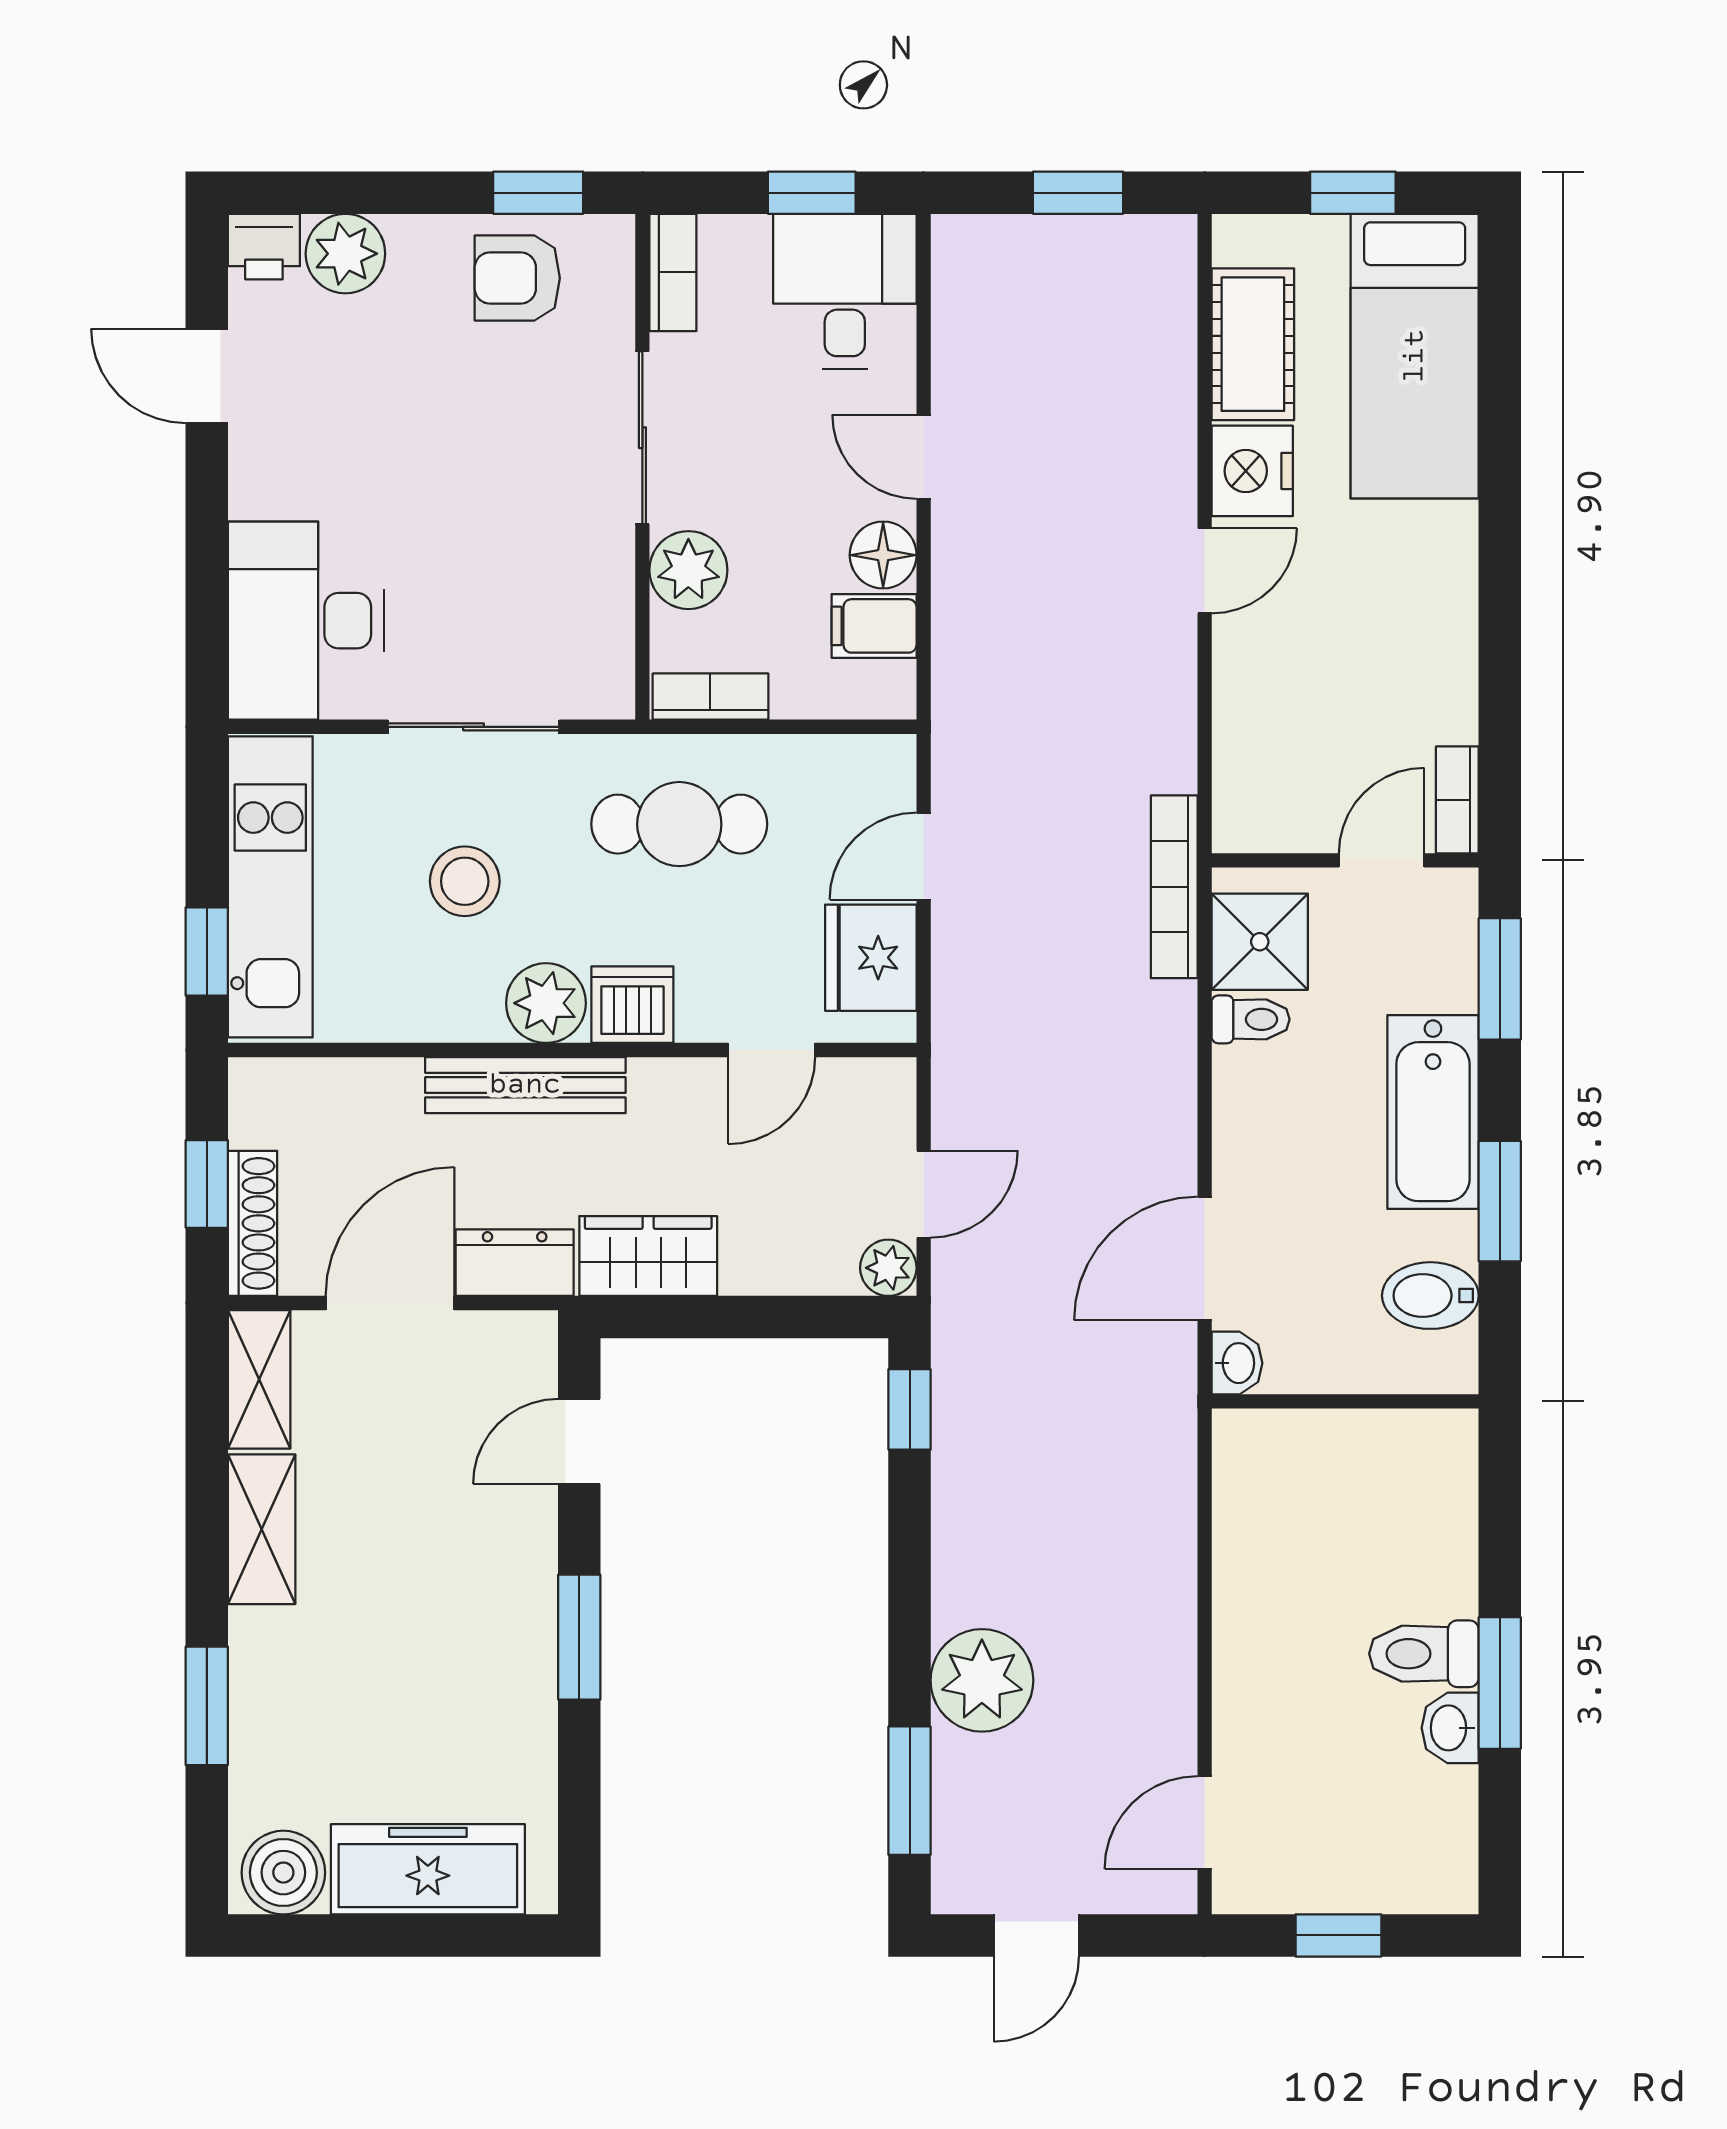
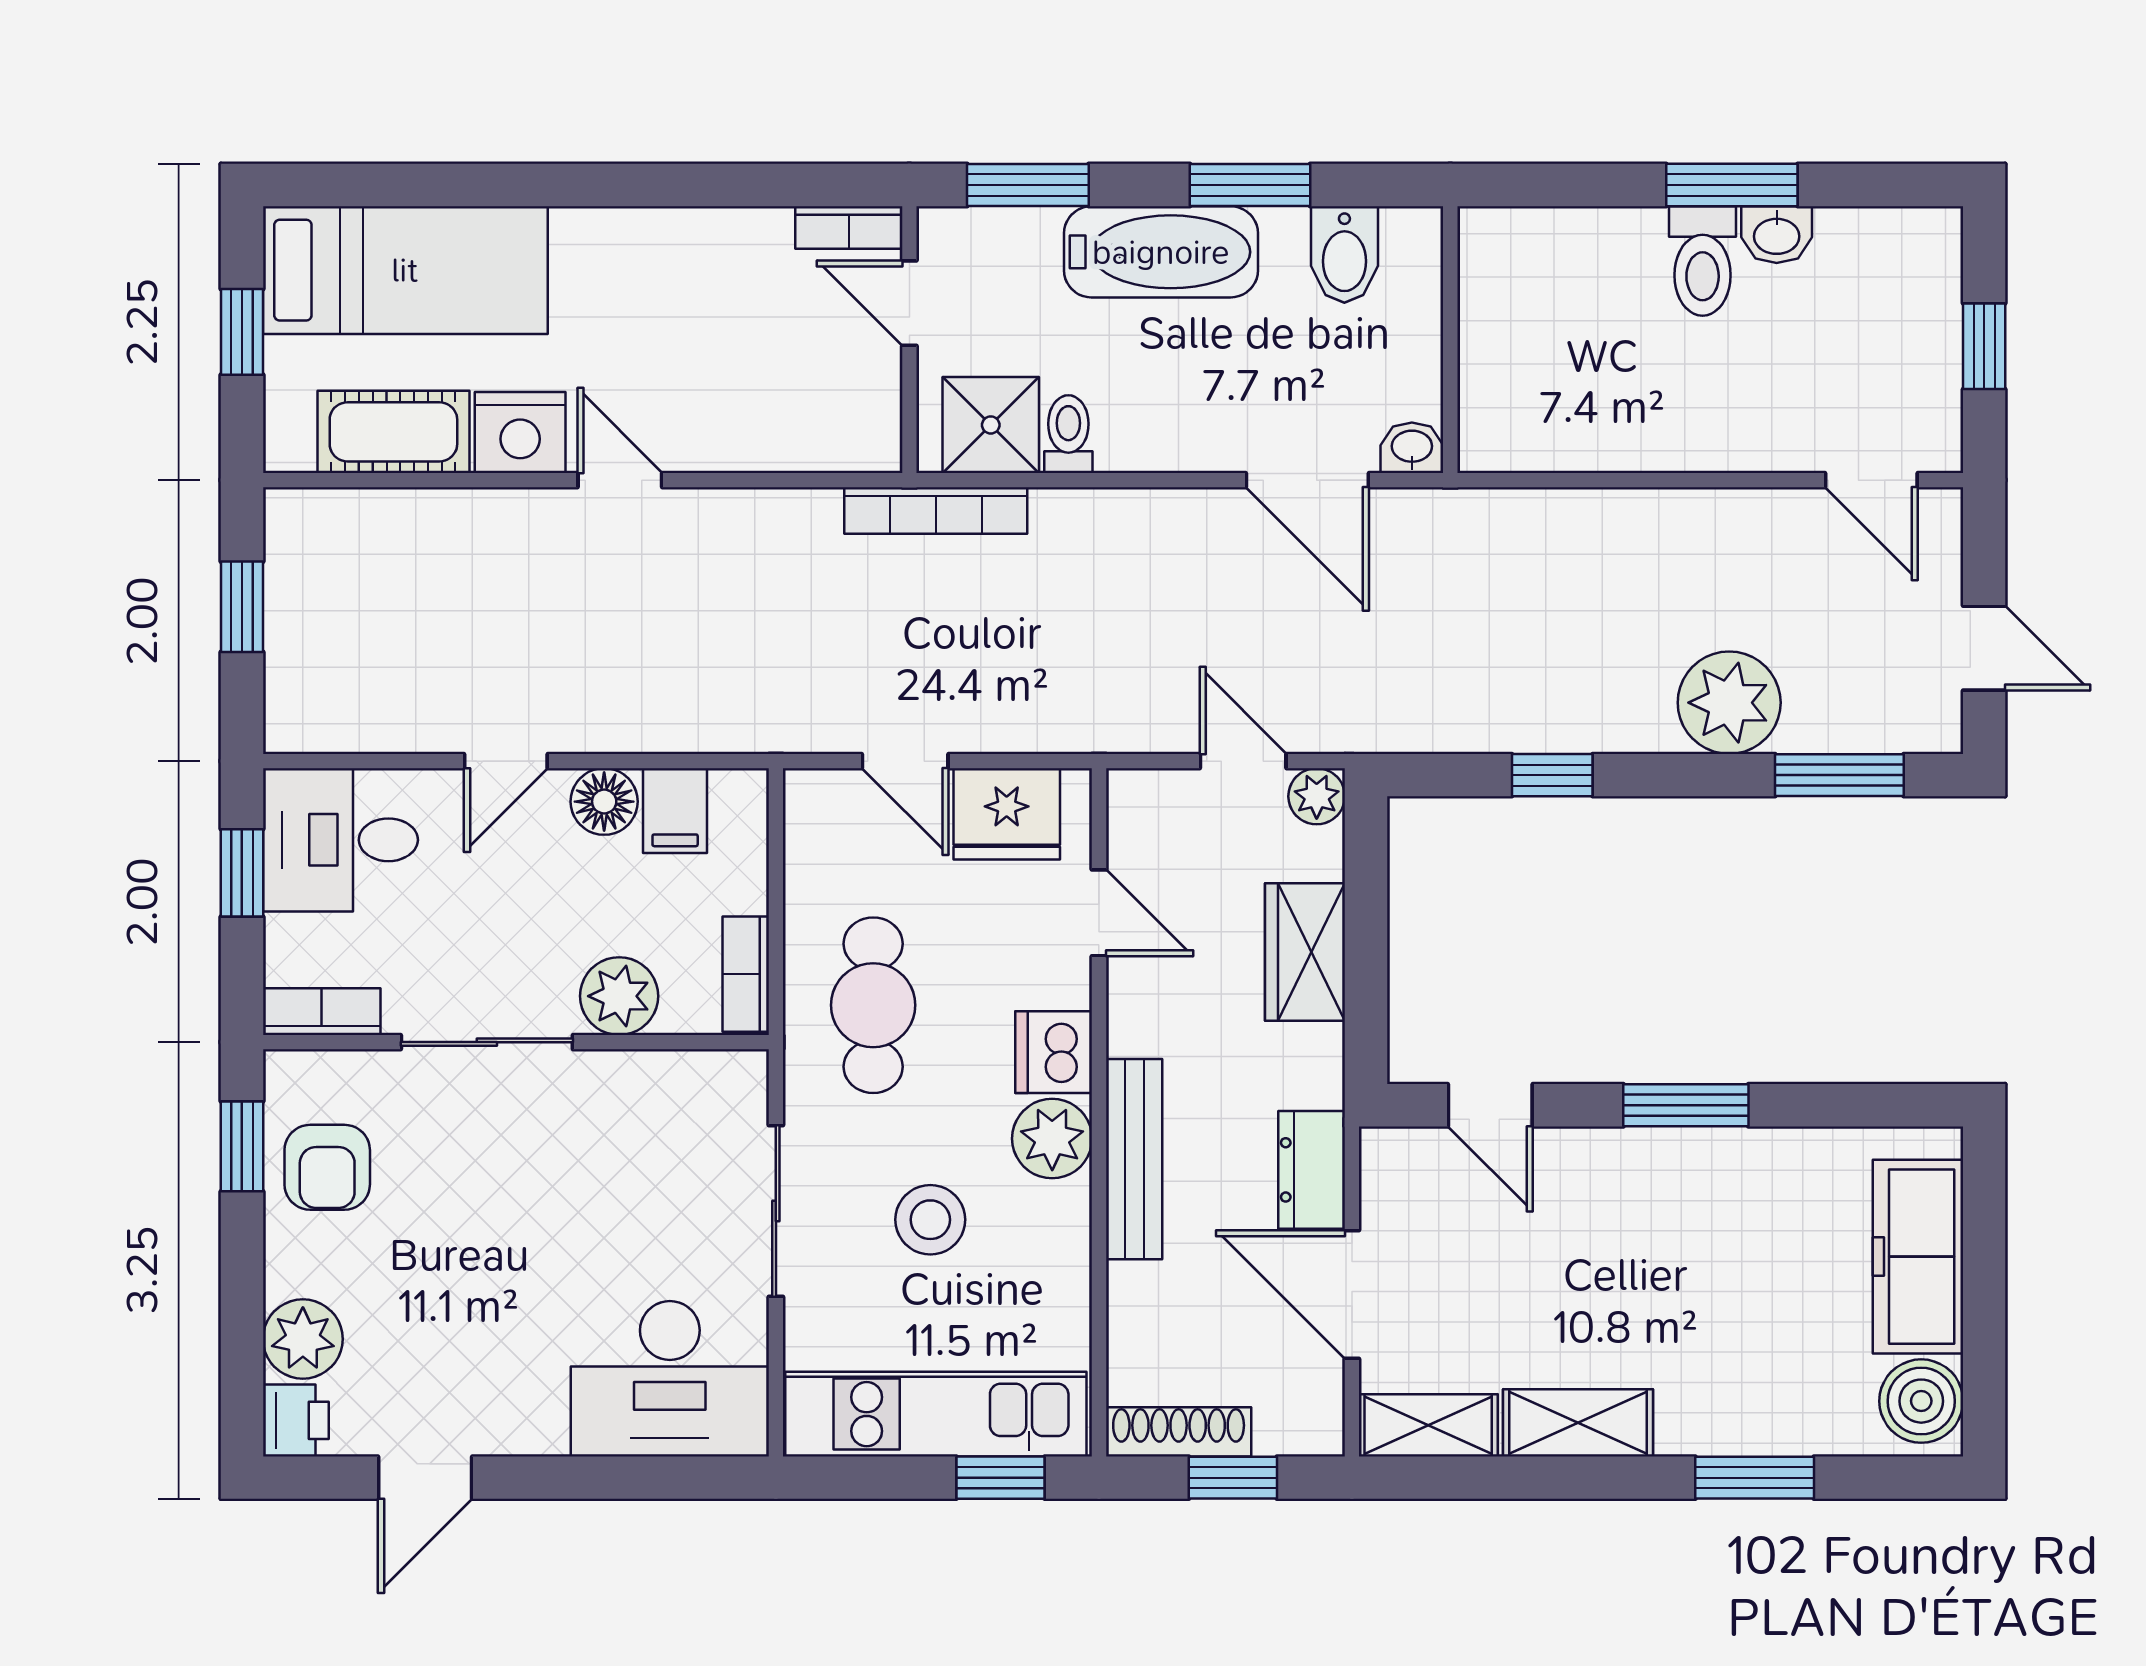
shoe rack: (253, 1223) -> (1179, 1432), moved
wardrobe: (648, 1256) -> (1305, 952), moved
window: (910, 1409) -> (1552, 775), moved

